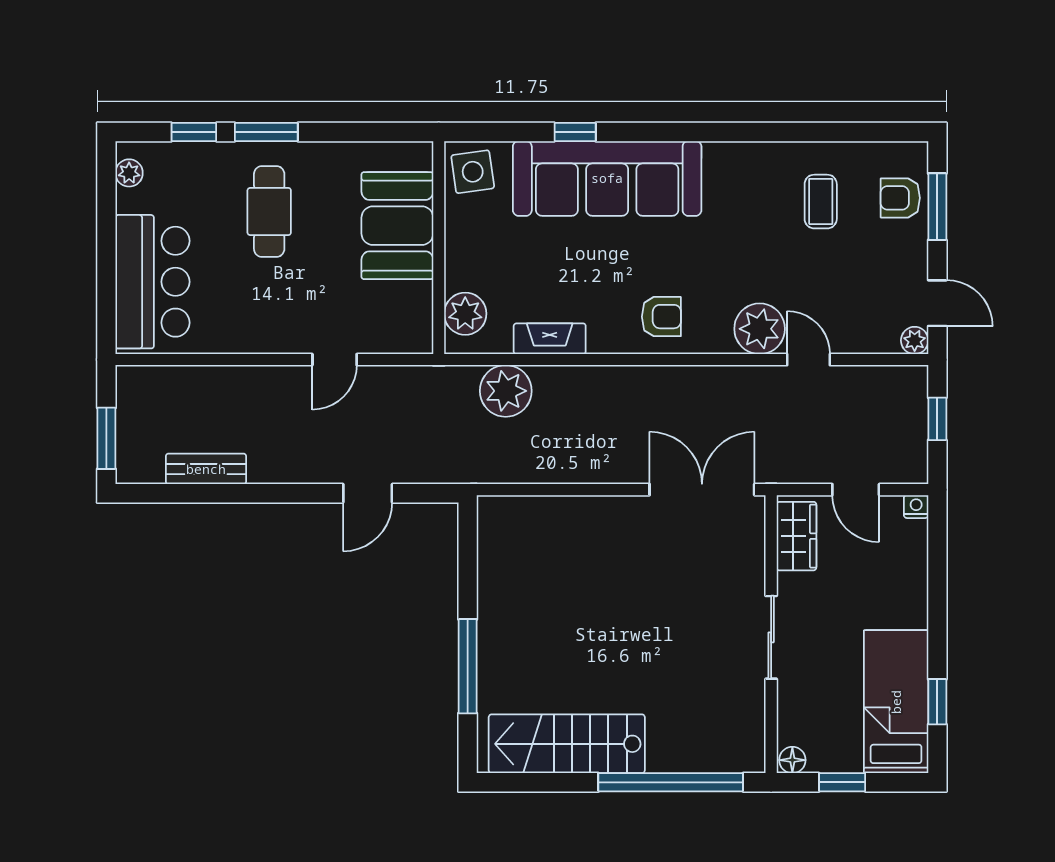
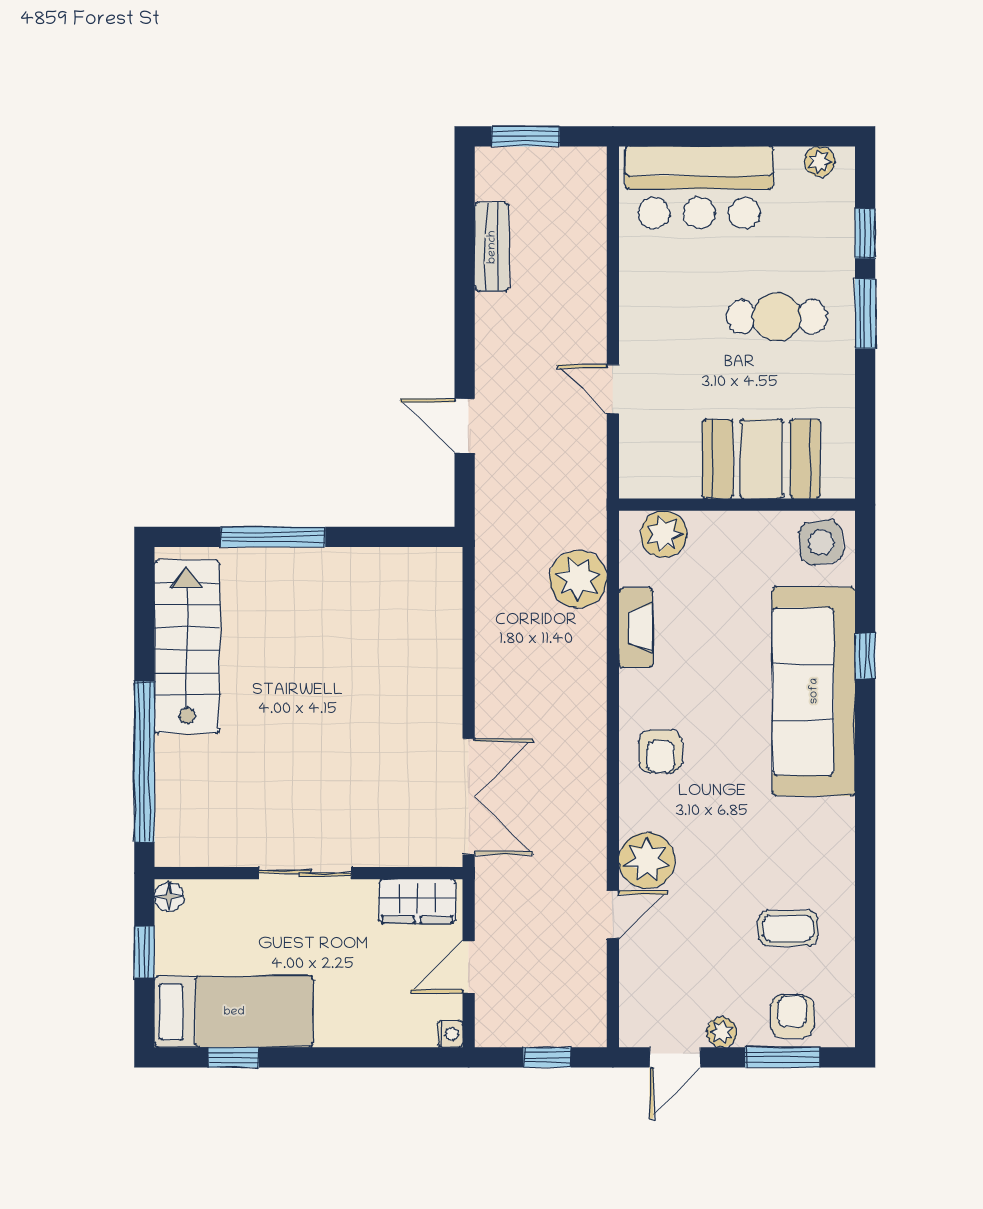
plant: (915, 340) -> (722, 1032), moved

